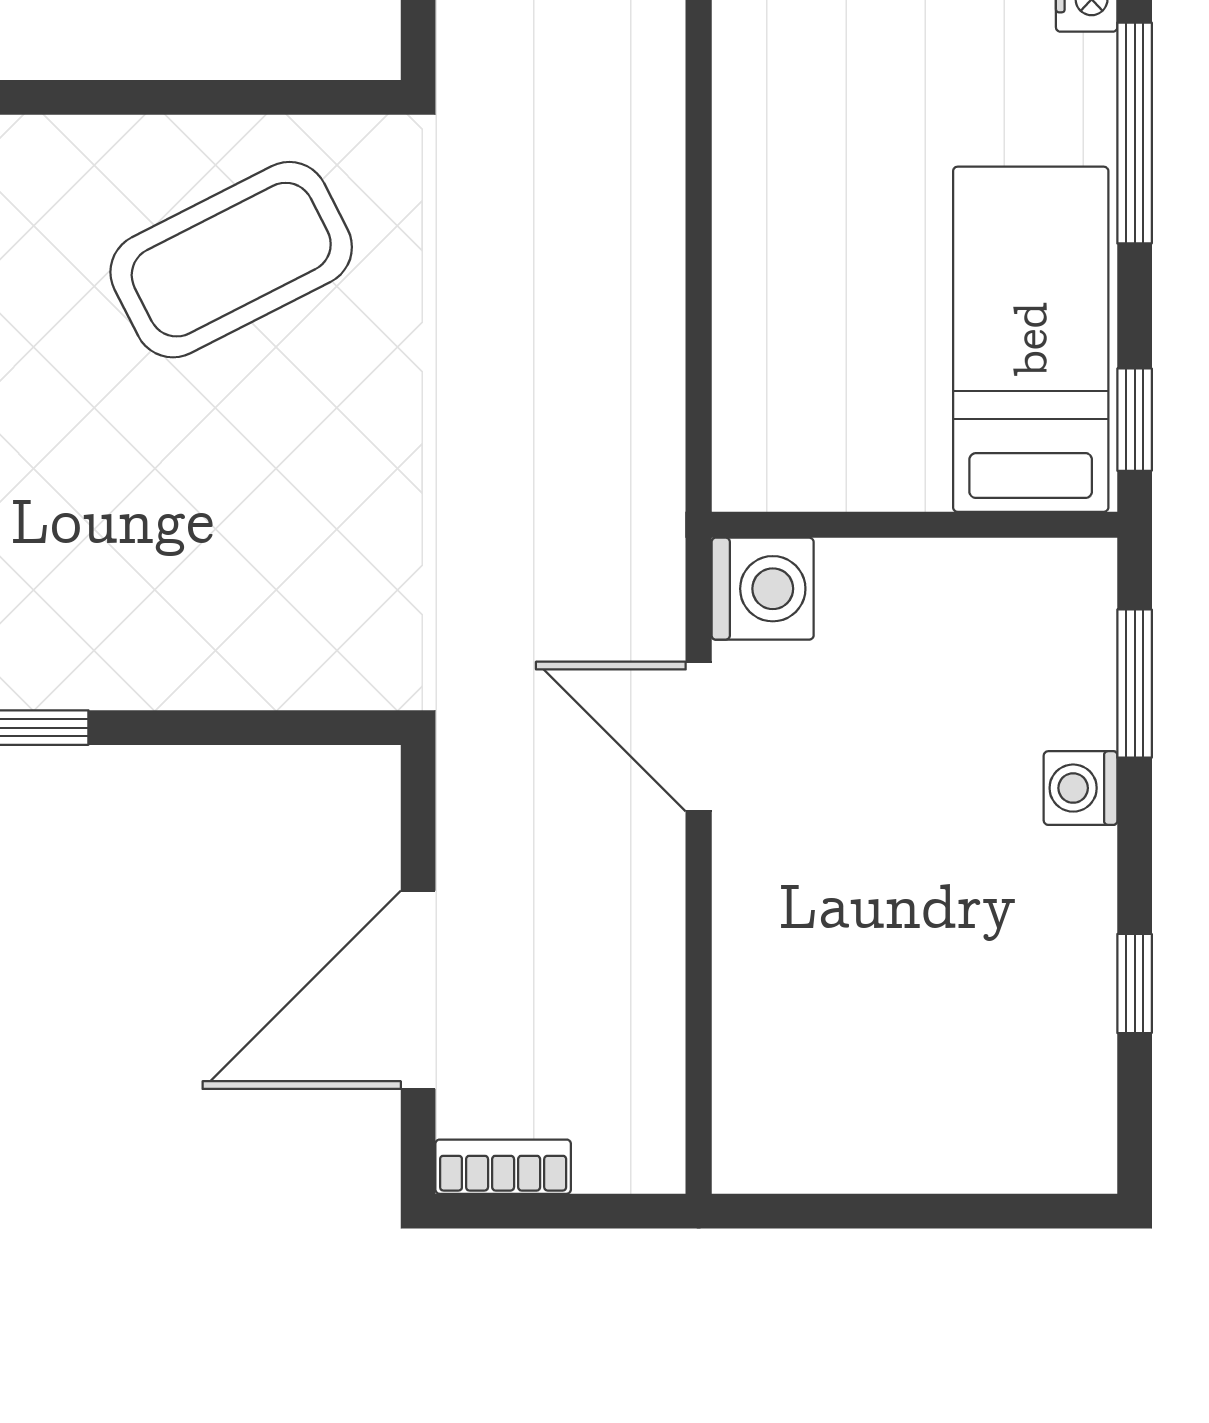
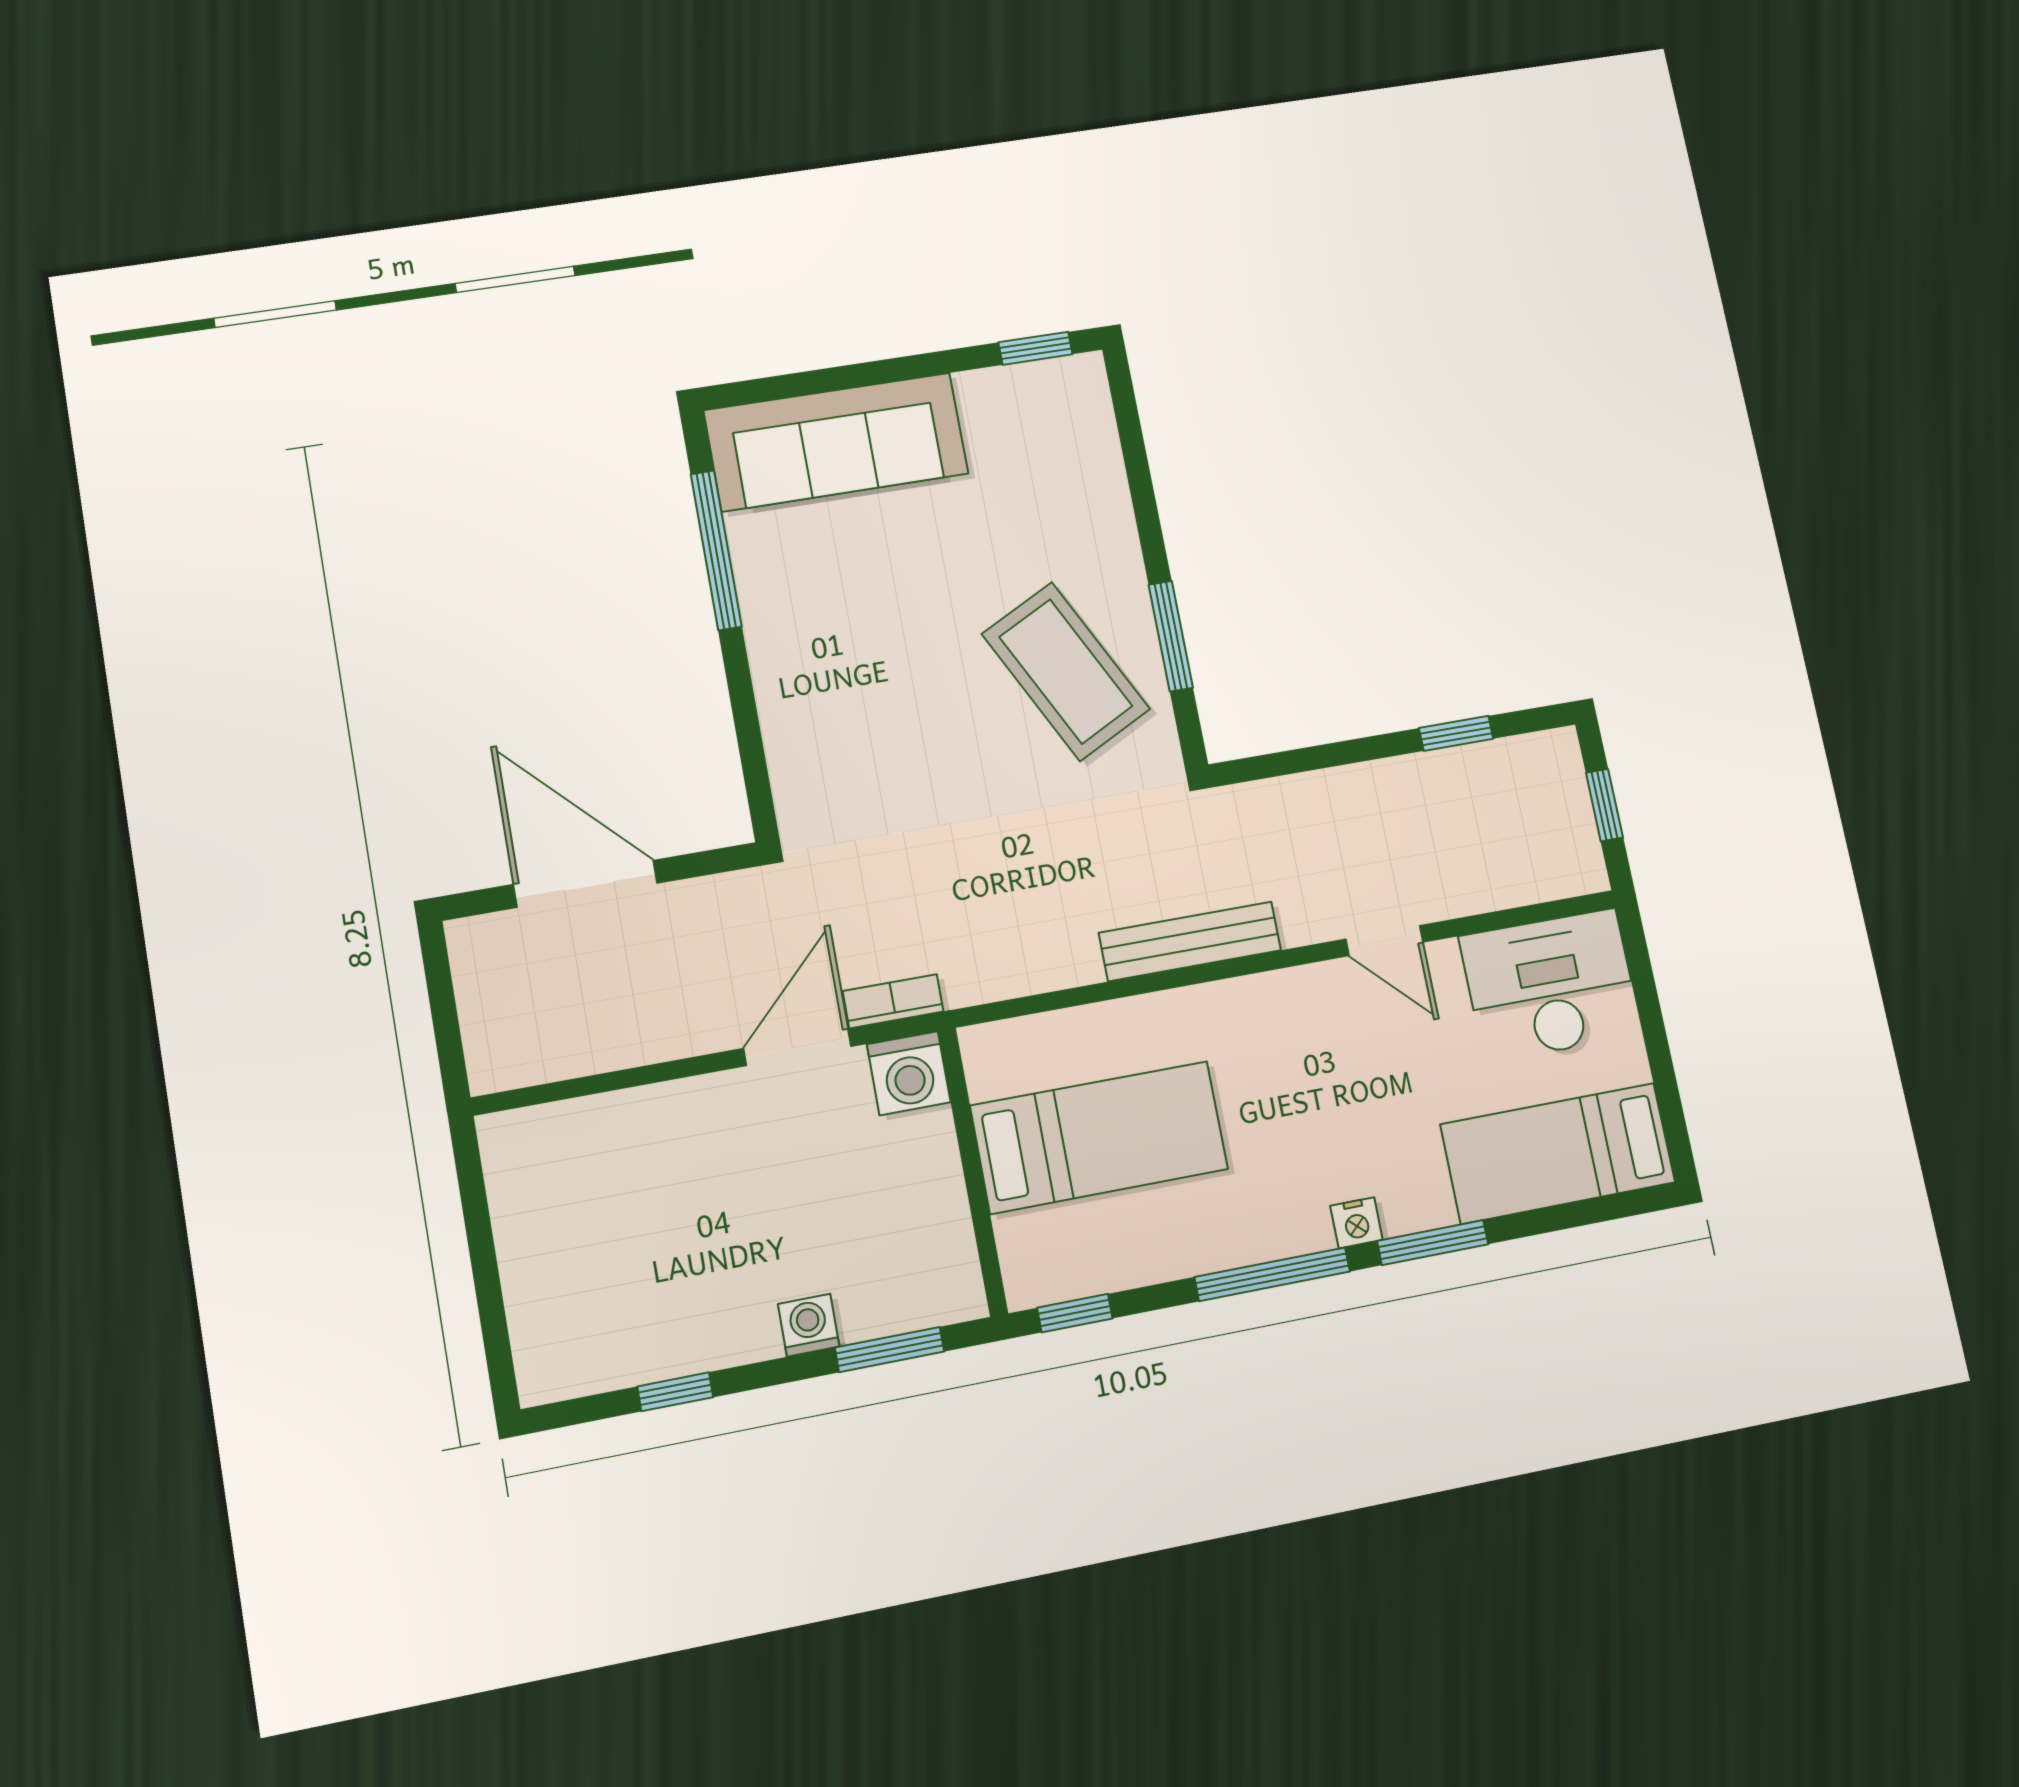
window: (205, 97) -> (1171, 636), added
bench: (650, 157) -> (1190, 941), added
bed: (1031, 339) -> (1099, 1137), moved
bookcase: (503, 1167) -> (893, 1001), moved, turned -90

